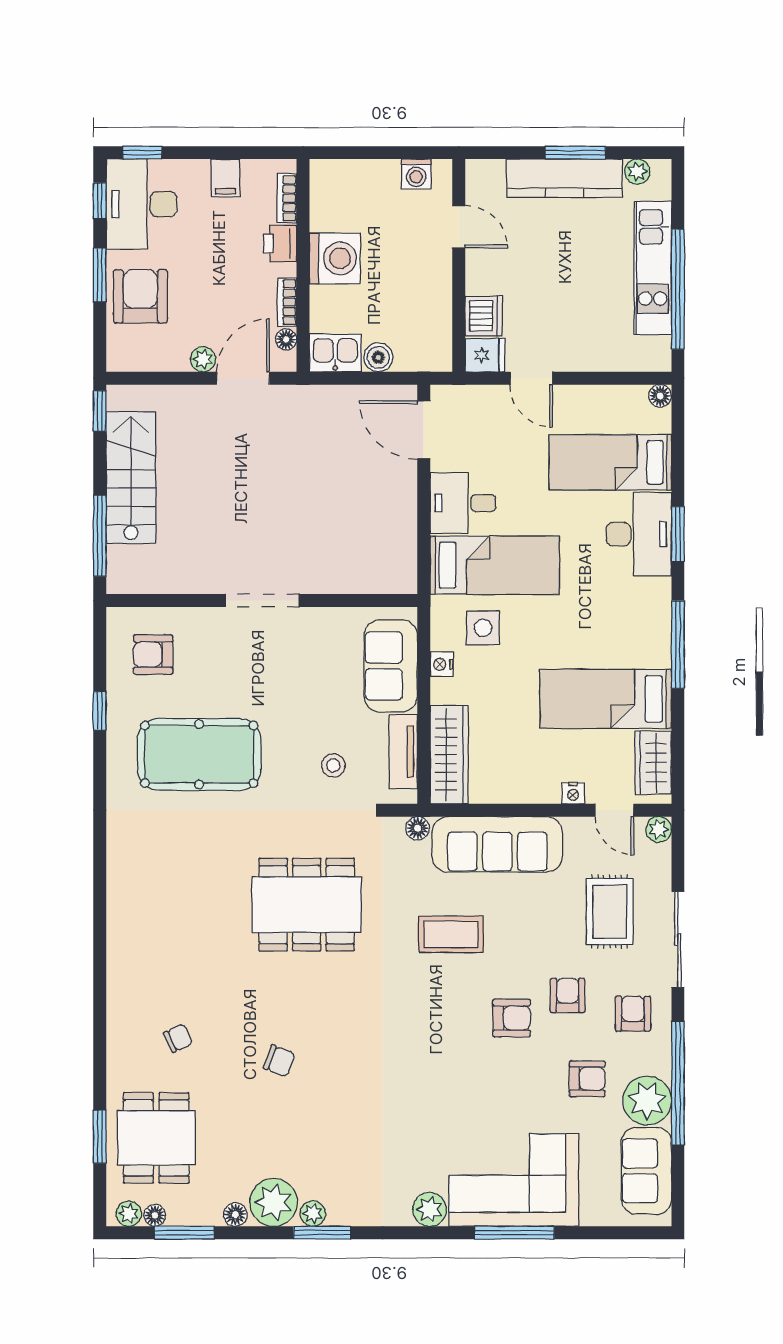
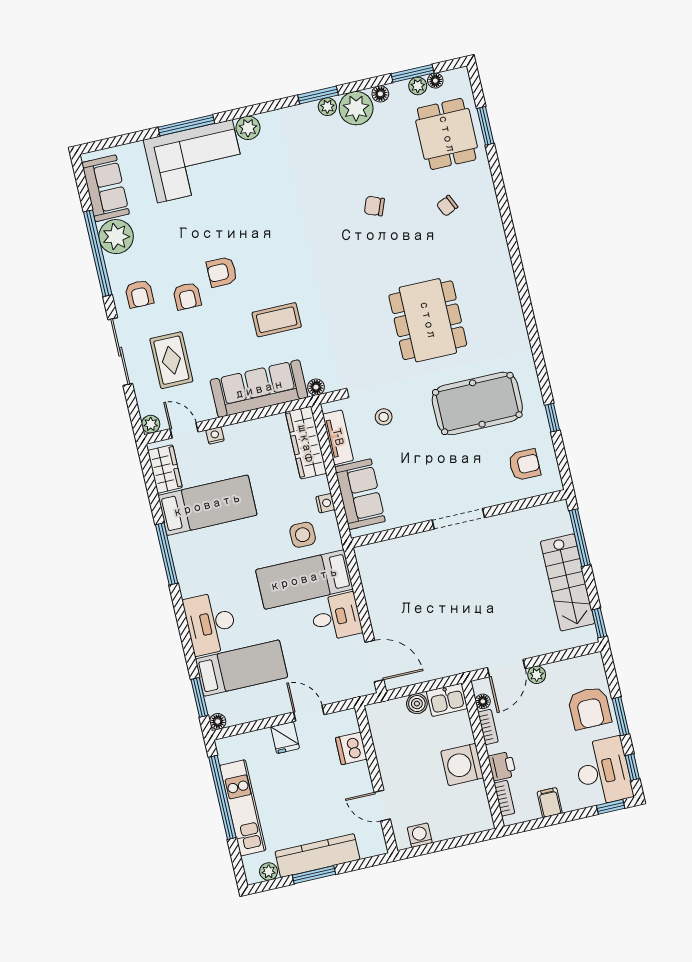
fridge: (485, 355) -> (285, 738), moved, turned -90
window: (678, 534) -> (199, 697), moved
dining table: (307, 905) -> (428, 320), moved, turned 90
armchair: (587, 1079) -> (161, 242), removed
plant: (129, 1214) -> (418, 86), moved

